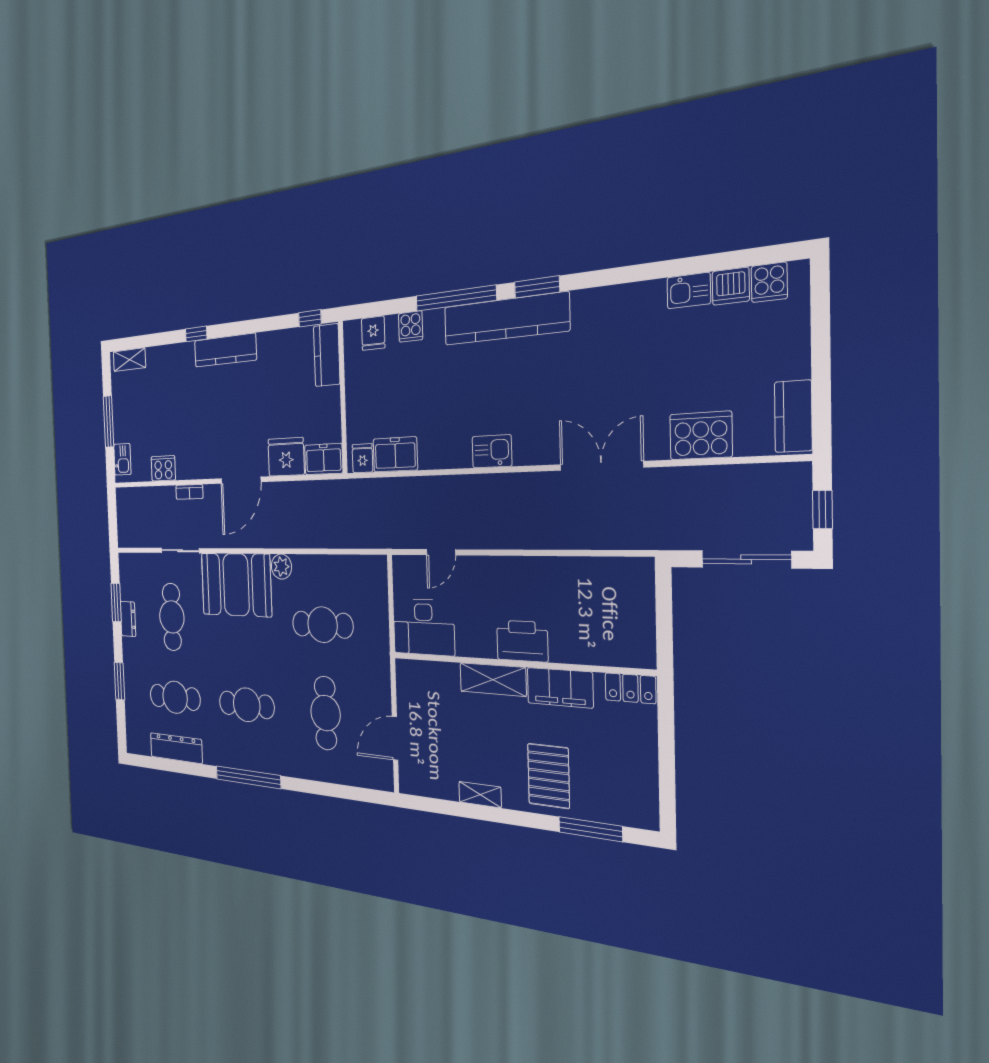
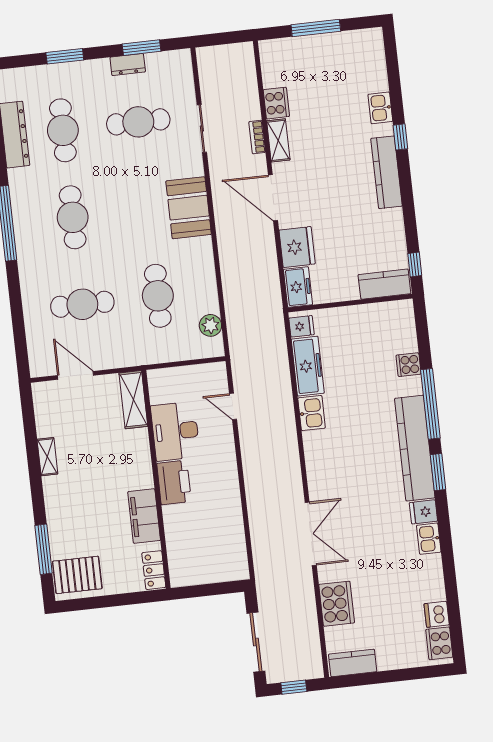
cooker: (769, 282) -> (439, 643), width x1.36
kitchen sink: (689, 291) -> (429, 539), moved
fridge: (373, 333) -> (423, 512), moved
shelving: (129, 360) -> (278, 140), moved
kitchen sink: (492, 451) -> (312, 413), moved
freezer: (395, 454) -> (308, 366), width x1.40
kitchen sink: (122, 459) -> (380, 108), moved, turned 90
plant: (281, 567) -> (210, 325), moved
booth: (236, 585) -> (189, 208), width x0.73, depth x0.70
desk: (424, 627) -> (175, 431), moved
shelving: (493, 679) -> (133, 400), moved
pallet: (549, 776) -> (77, 575), moved

